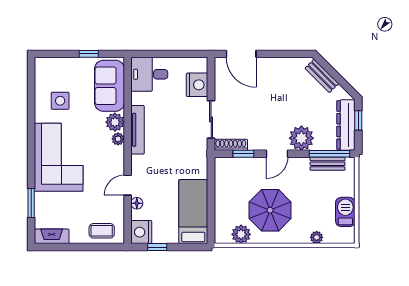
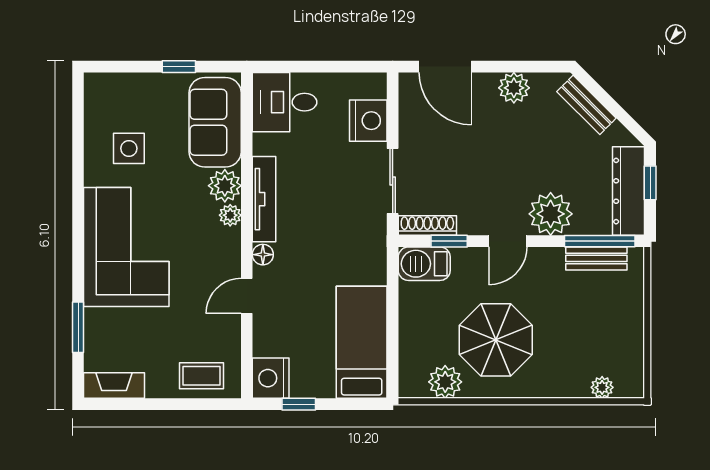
plant: (280, 66) -> (514, 88), added
floor lamp: (137, 203) -> (263, 255), moved
barbecue: (345, 212) -> (424, 264), moved, turned -90
plant: (317, 237) -> (602, 387), moved

